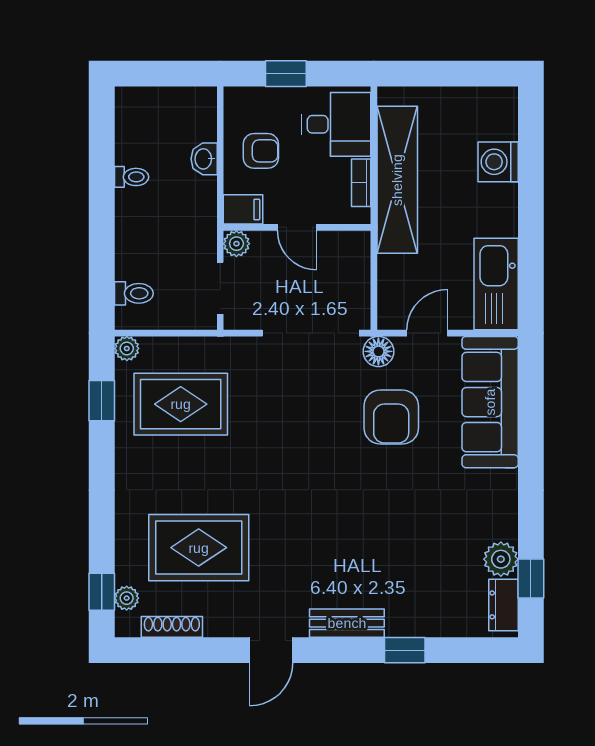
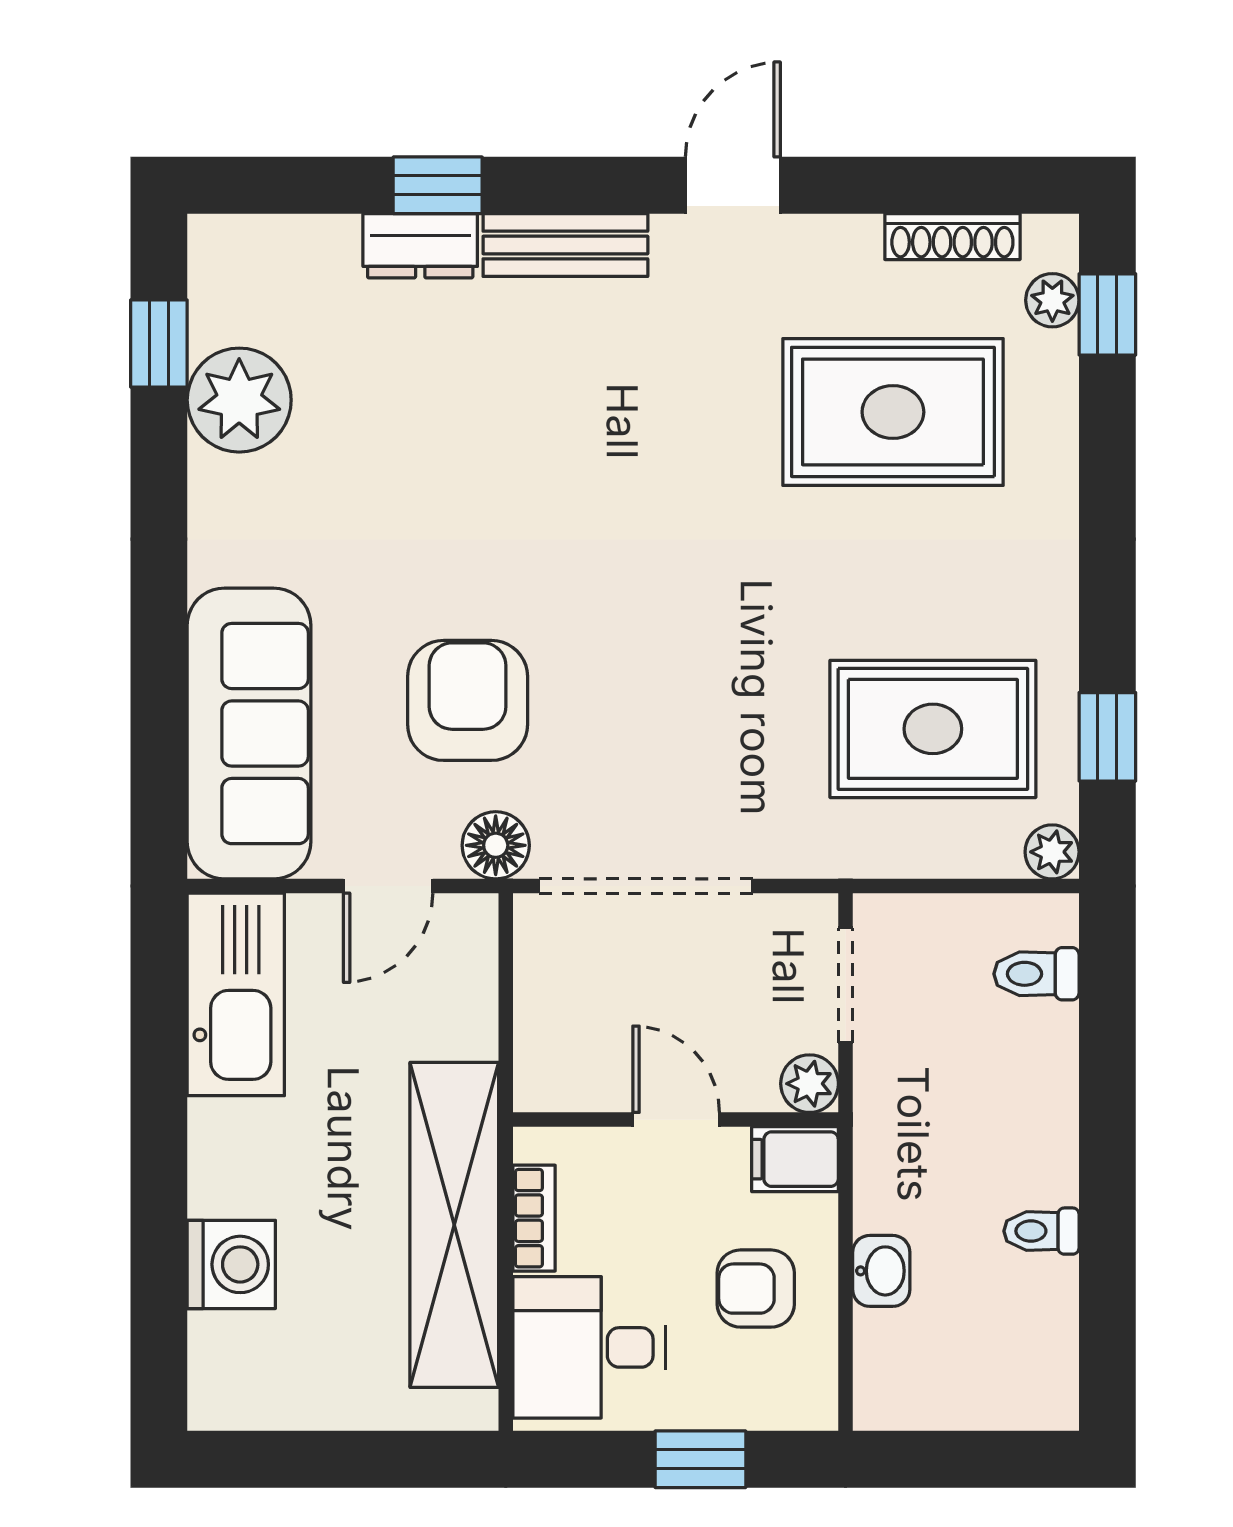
plant: (501, 559) -> (239, 400), width x1.36, depth x1.36
dresser: (503, 605) -> (420, 246), moved, turned 90

